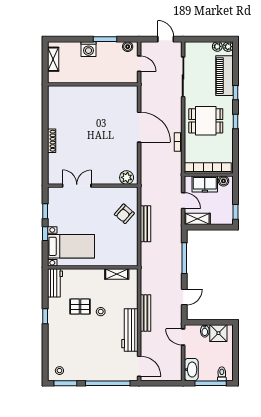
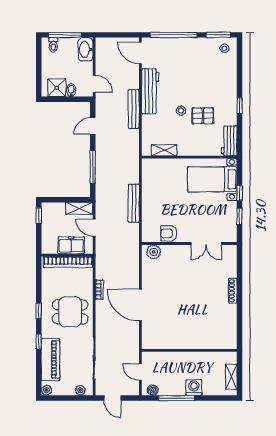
window: (105, 39) -> (176, 398), width x1.44
plant: (217, 46) -> (80, 390), moved
boiler: (223, 181) -> (51, 248), removed
armchair: (124, 214) -> (169, 233), moved, turned -131

